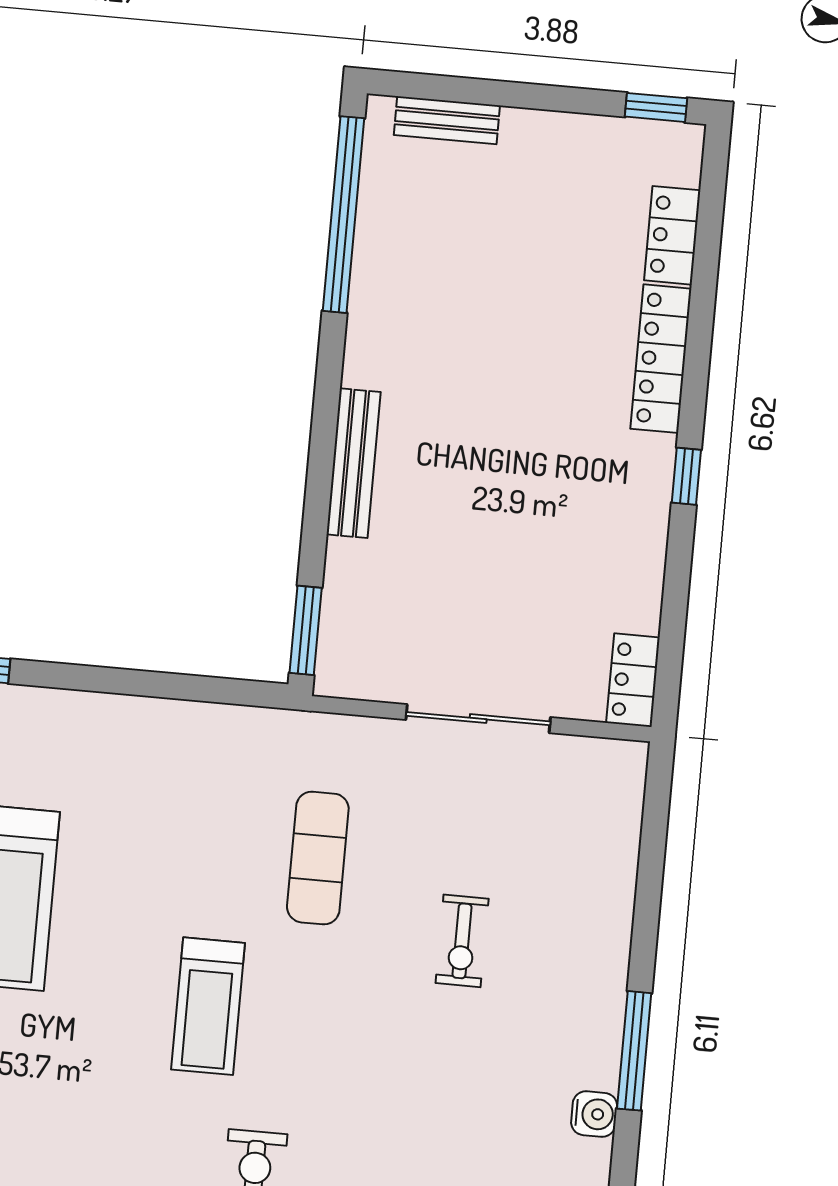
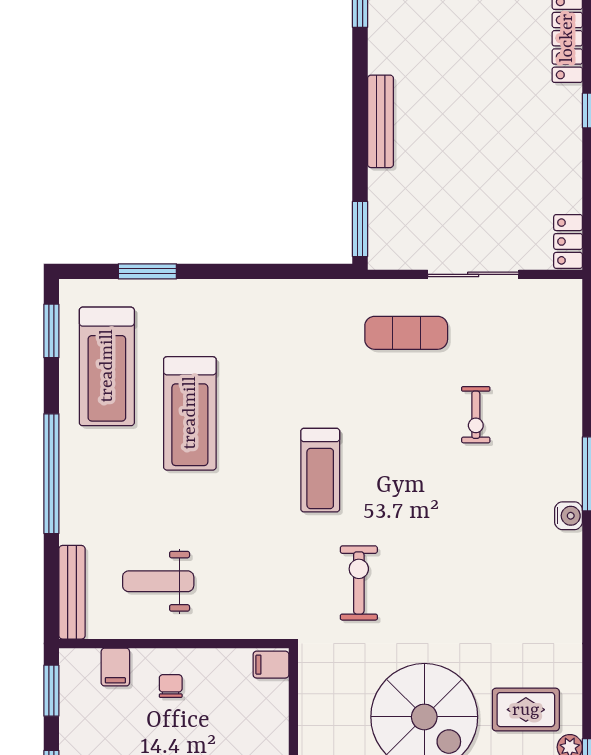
exercise mat: (318, 858) -> (406, 333), moved, turned 90

